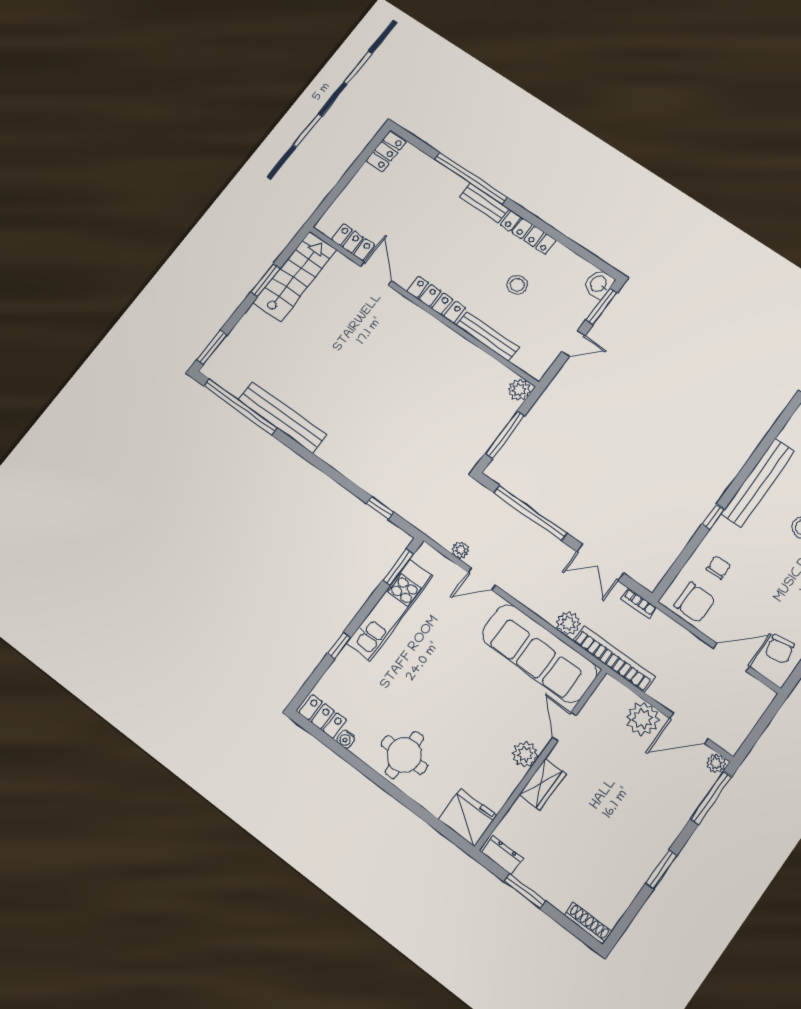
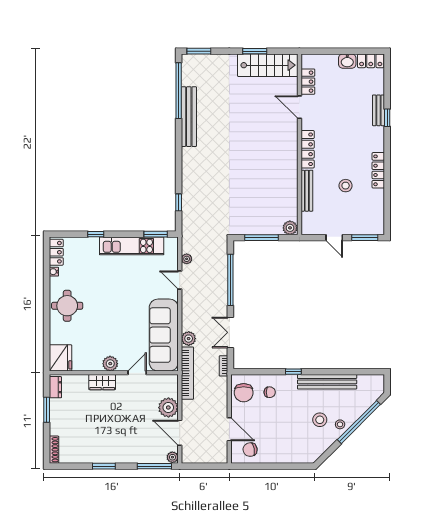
window: (471, 178) -> (387, 118), width x0.32
bench: (484, 203) -> (379, 110), moved
door: (376, 274) -> (299, 107), swing flipped
washbasin: (599, 284) -> (347, 61), moved, turned 180

